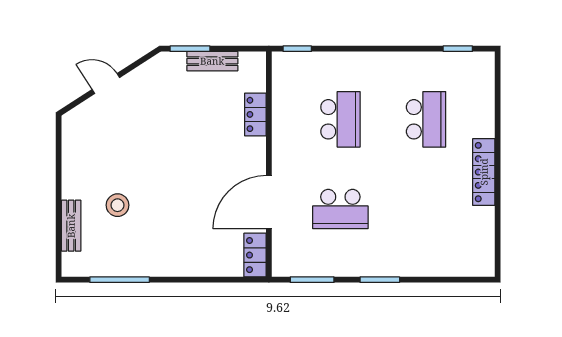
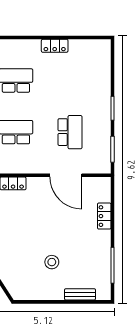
locker: (484, 172) -> (55, 46), width x0.66
stool: (118, 205) -> (52, 262), moved
locker: (255, 255) -> (104, 216), moved, turned 90

